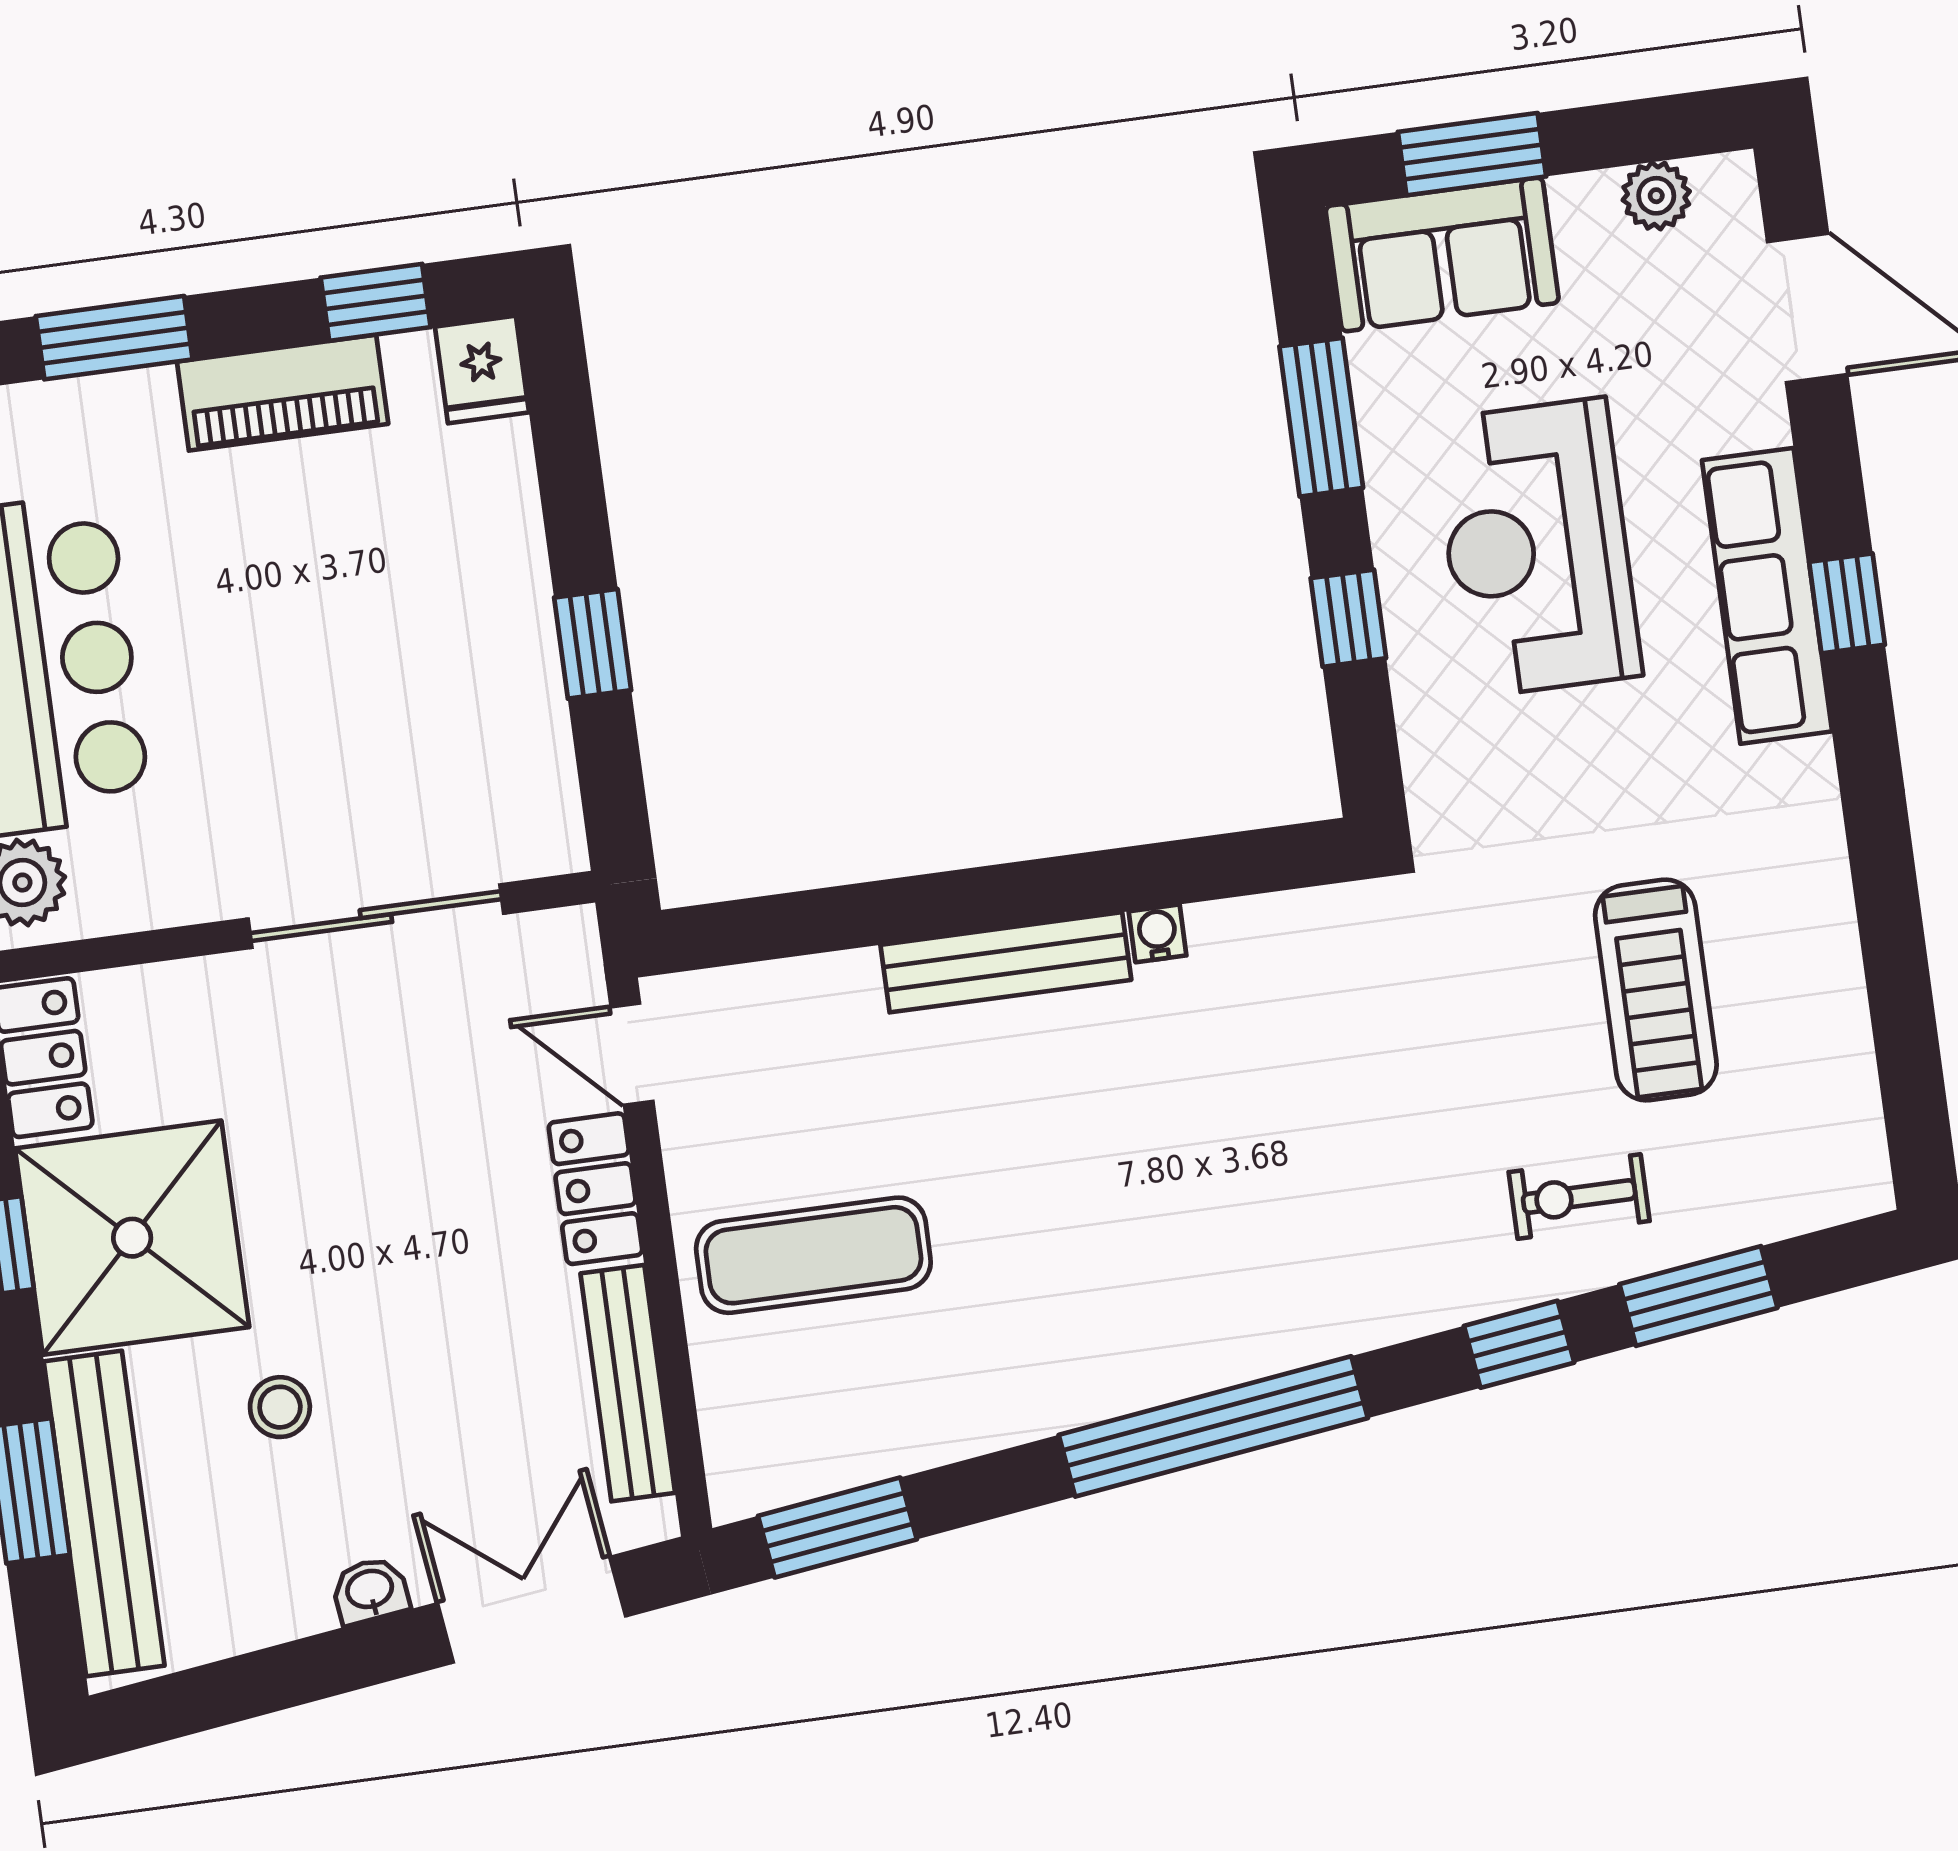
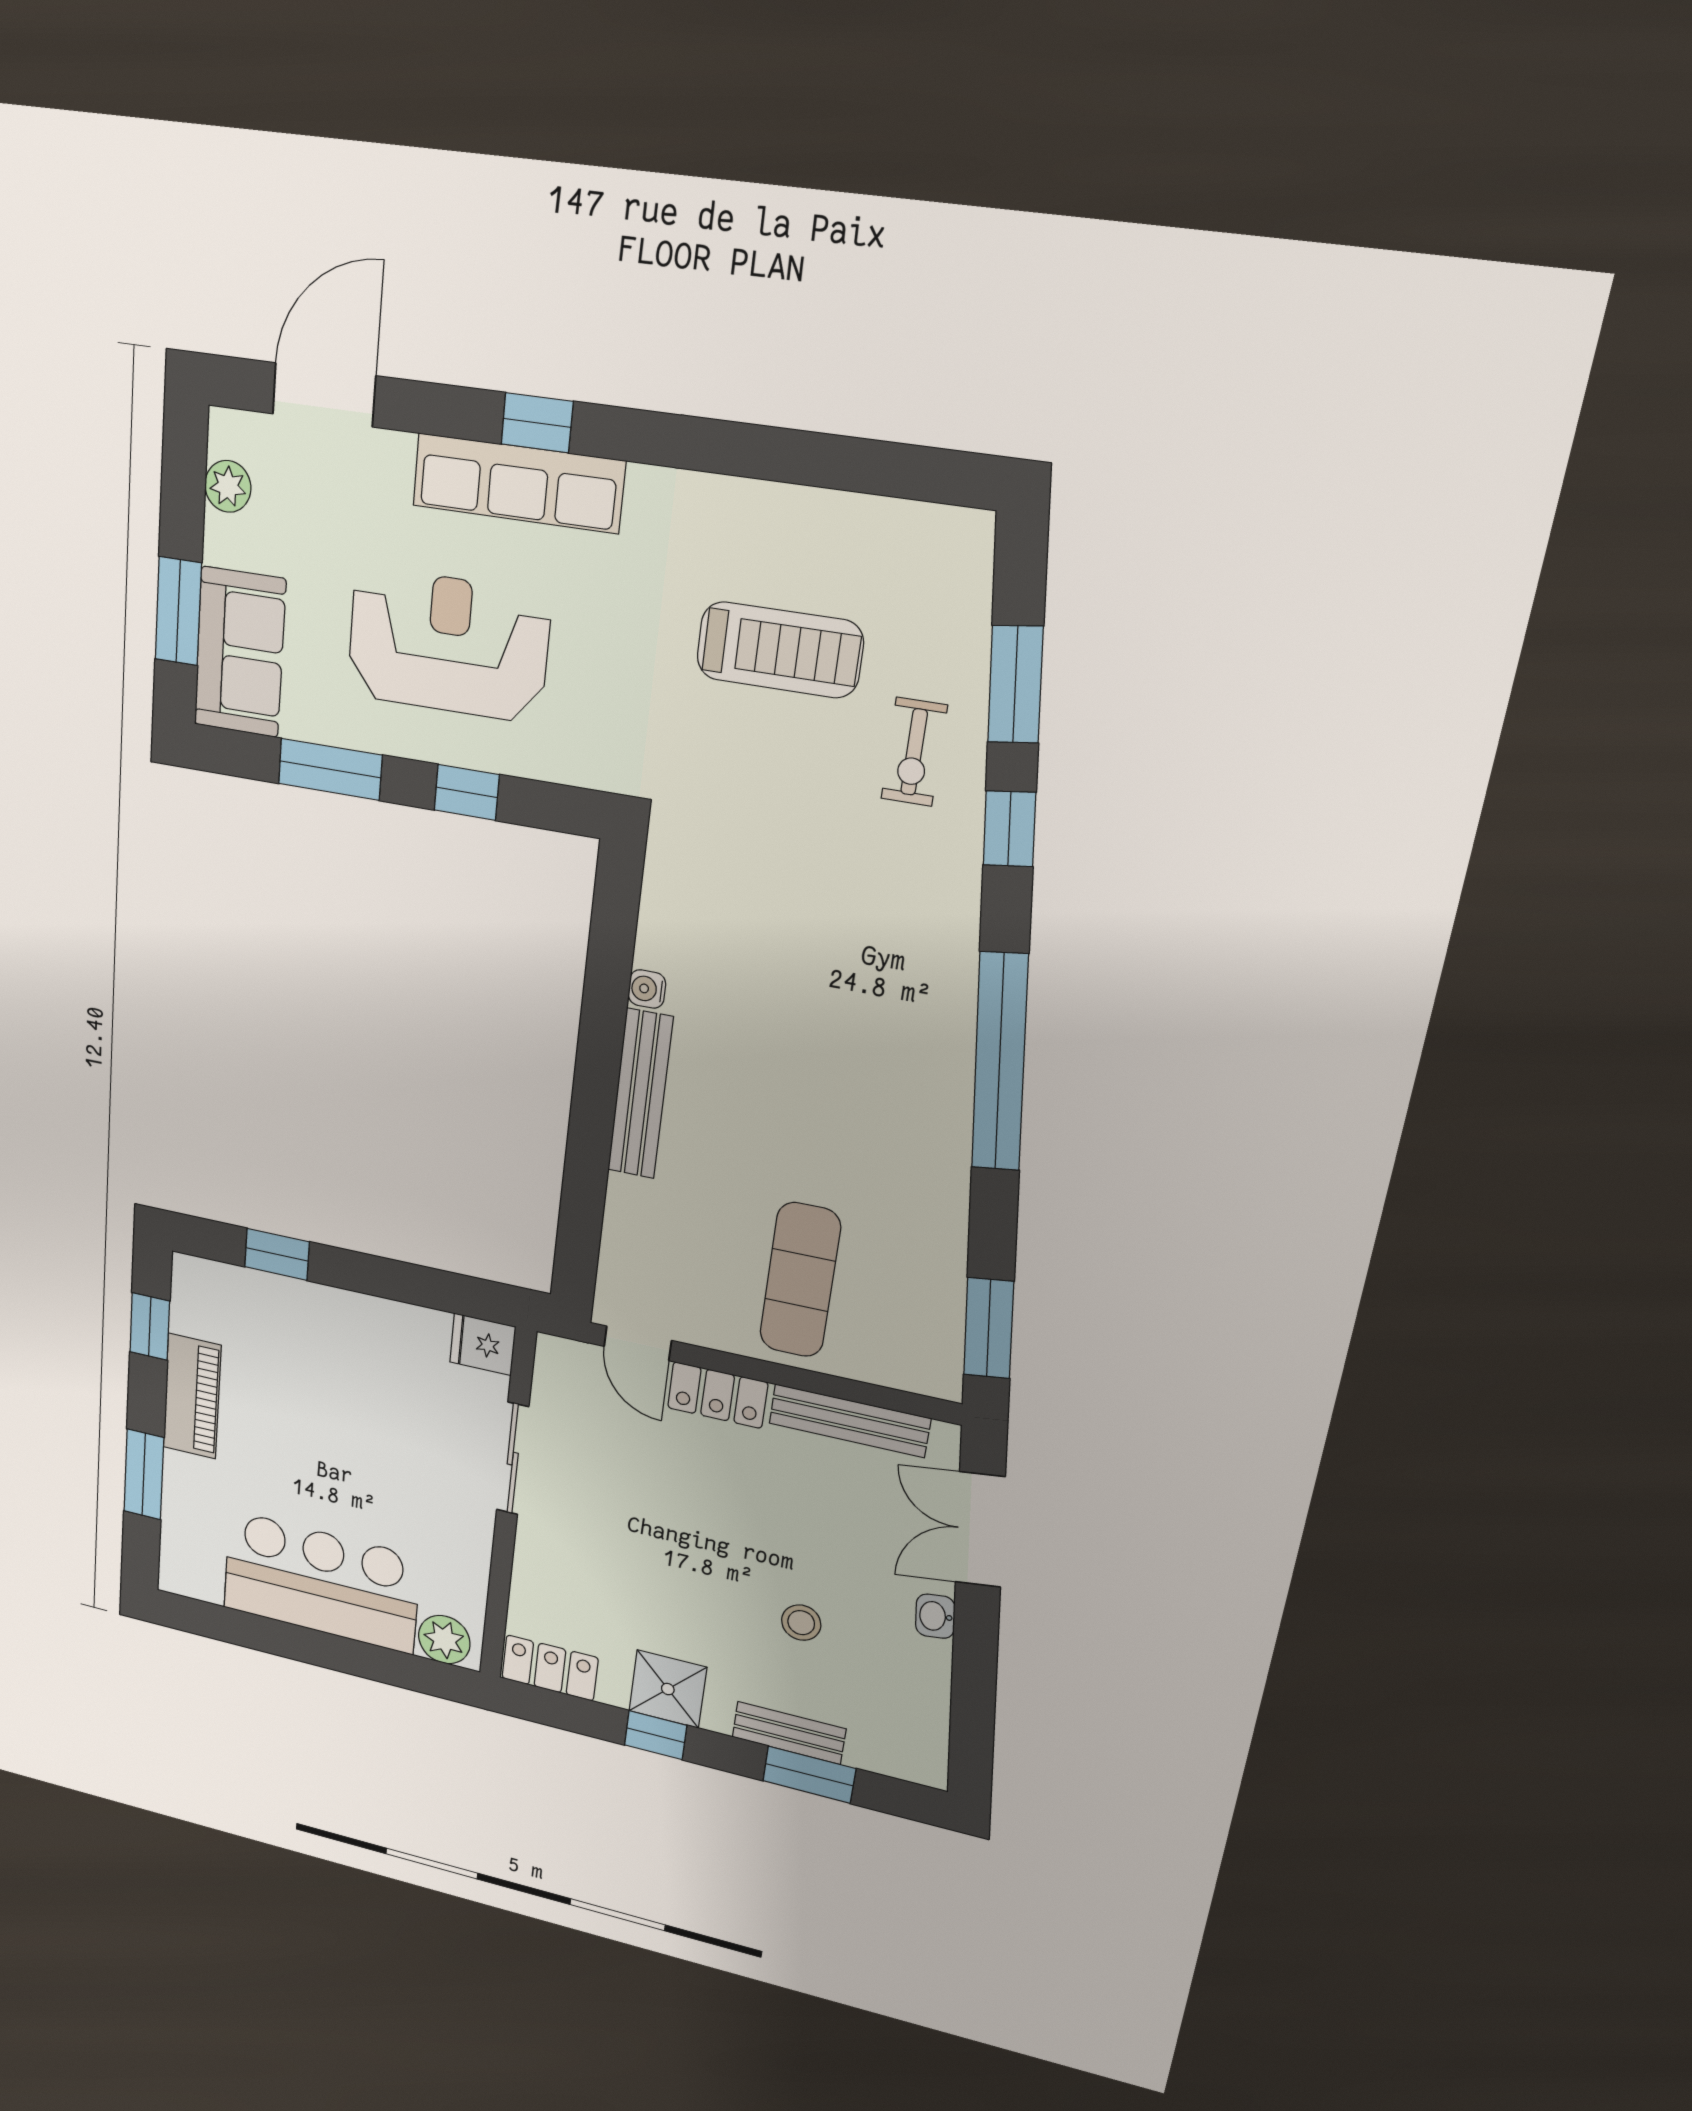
fridge: (482, 370) -> (483, 1344), moved, turned 180
reception desk: (1537, 548) -> (448, 645), turned 180
window: (593, 644) -> (277, 1254), moved
sliding door: (376, 916) -> (513, 1459), width x0.73
door: (632, 1054) -> (638, 1343), hinge flipped
shower: (132, 1238) -> (668, 1689), width x0.54, depth x0.54
bench: (104, 1514) -> (789, 1733), width x0.54, depth x0.82

